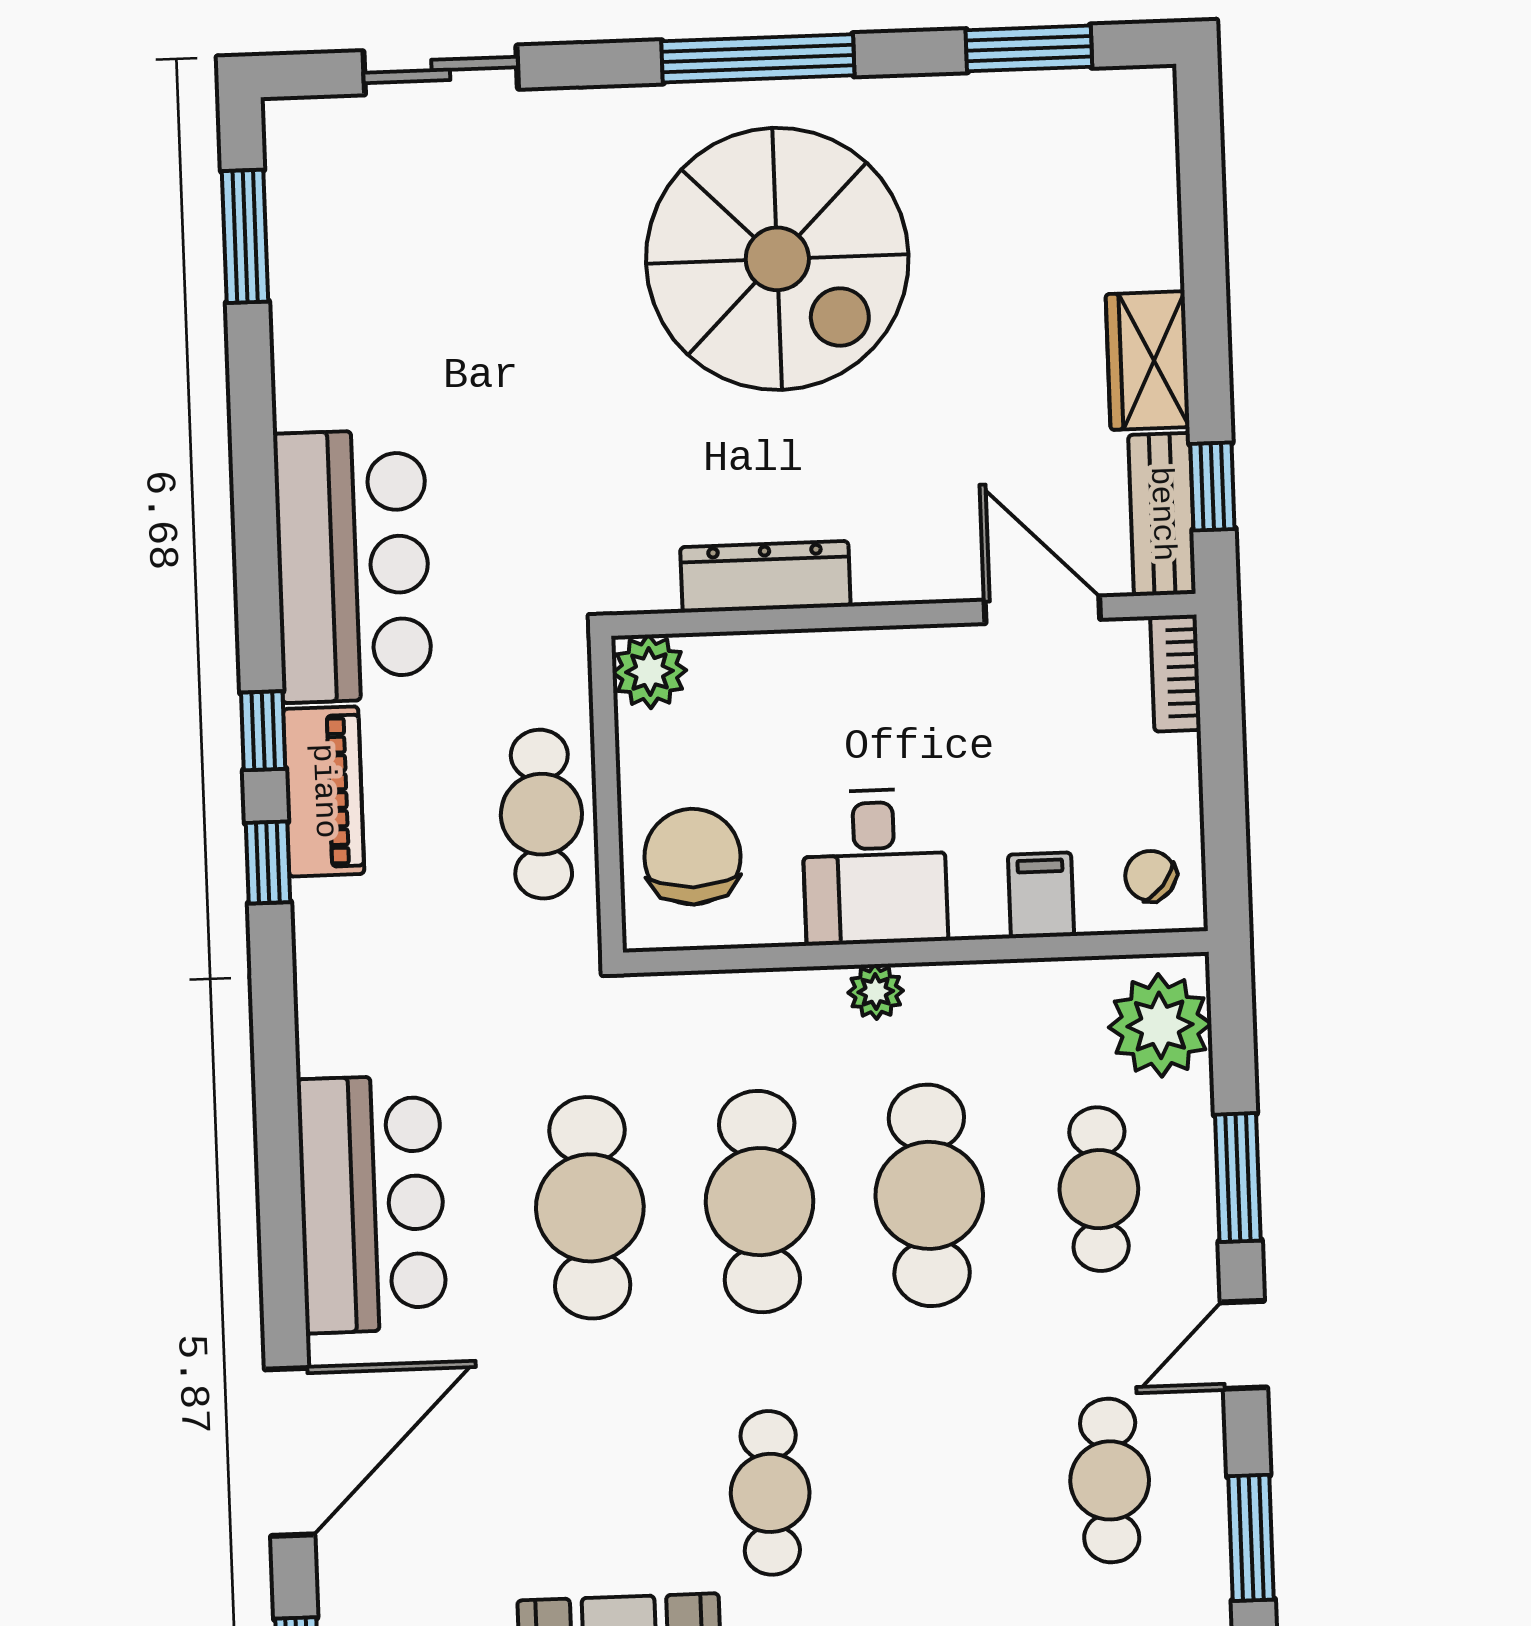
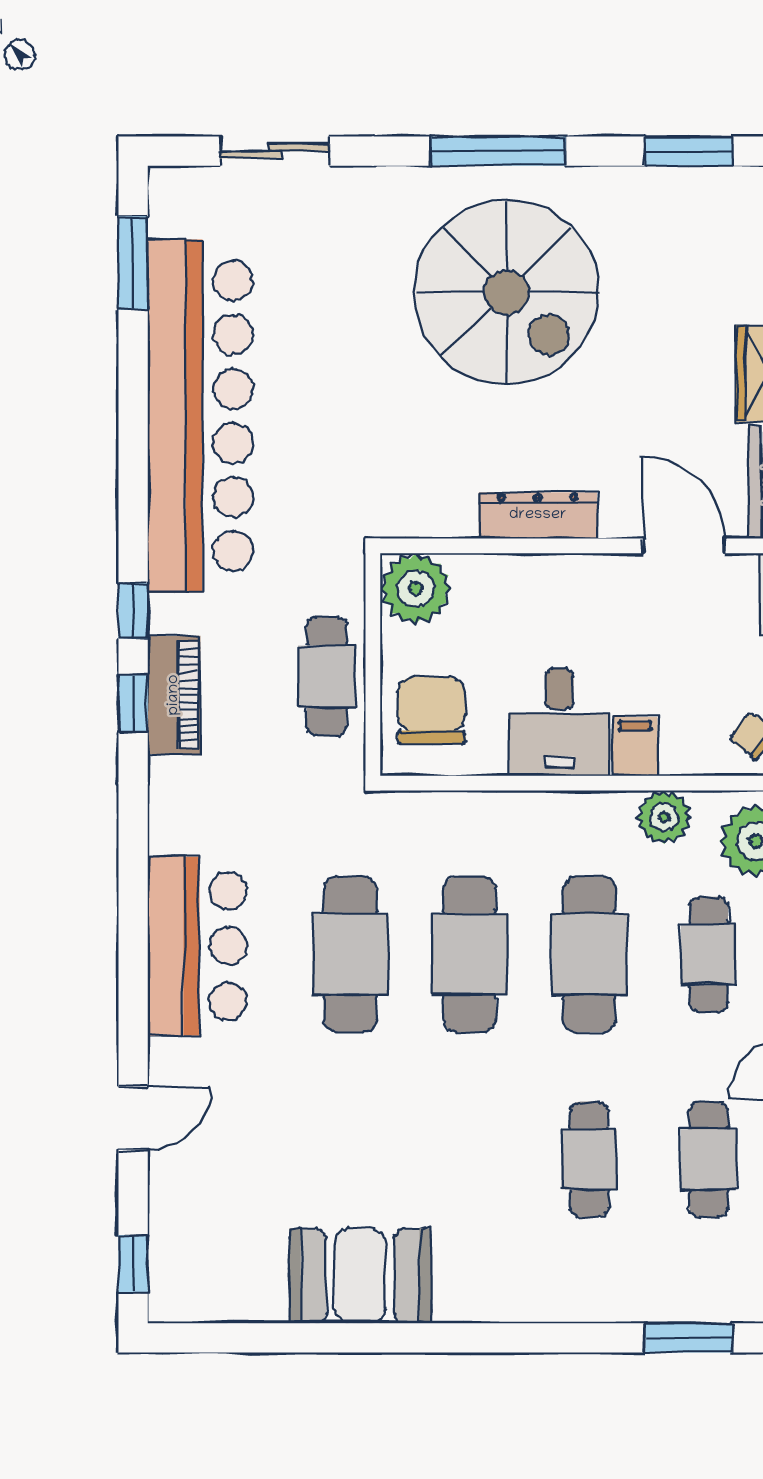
bar counter: (353, 566) -> (200, 416), width x1.86
dresser: (765, 577) -> (538, 515), moved
plant: (650, 672) -> (416, 589), width x1.36, depth x1.36
piano: (324, 791) -> (174, 695), moved
filing cabinet: (1041, 895) -> (635, 746), moved
plant: (876, 992) -> (664, 817), moved, width x1.38, depth x1.38
door: (290, 1452) -> (133, 1118), width x0.53
cafe table: (770, 1493) -> (589, 1159), moved

